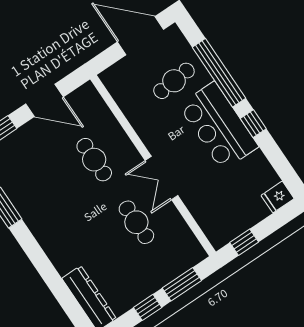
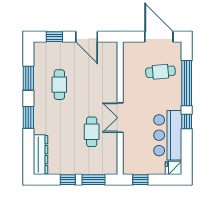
bar counter: (218, 126) -> (168, 135), moved
cafe table: (94, 160) -> (59, 85), moved
window: (40, 260) -> (28, 117), added

